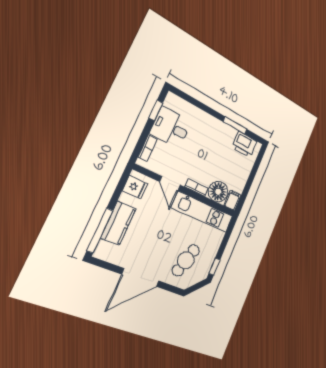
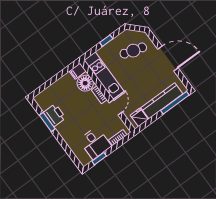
printer: (244, 144) -> (54, 115), moved
kitchen counter: (118, 223) -> (162, 101), width x1.50
window: (214, 267) -> (106, 41), moved

